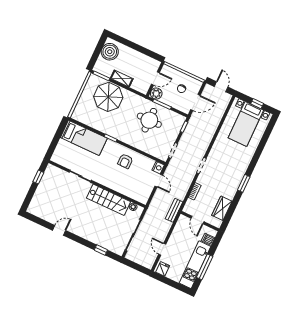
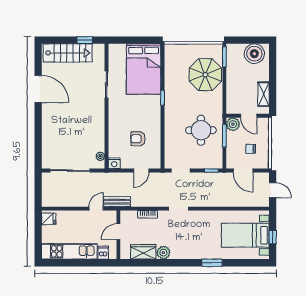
shelving: (122, 79) -> (264, 94), moved
door: (221, 87) -> (273, 190), hinge flipped
bed: (84, 138) -> (144, 69), width x1.50
armchair: (125, 161) -> (138, 139), moved
nightstand: (158, 168) -> (114, 163), moved
window: (244, 183) -> (212, 263), moved
plant: (230, 193) -> (163, 253), added
stairs: (109, 200) -> (68, 53), moved, turned -90
door: (59, 230) -> (38, 89), width x1.88
door: (162, 249) -> (96, 209), moved
window: (101, 250) -> (38, 143), removed
window: (205, 267) -> (72, 263), removed

